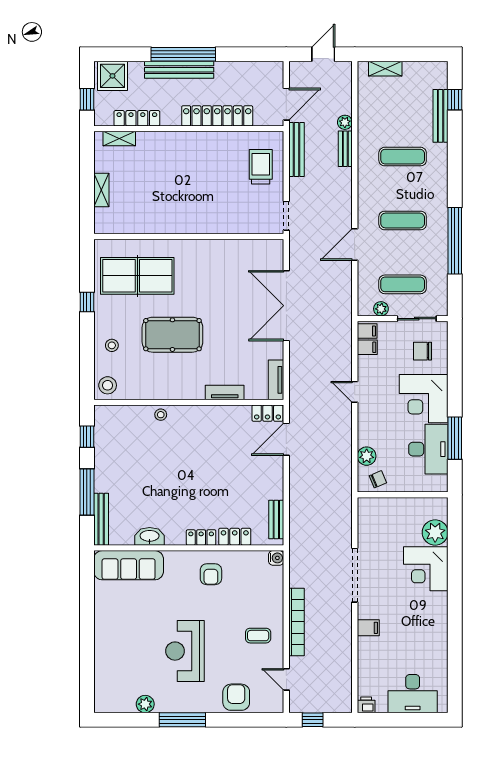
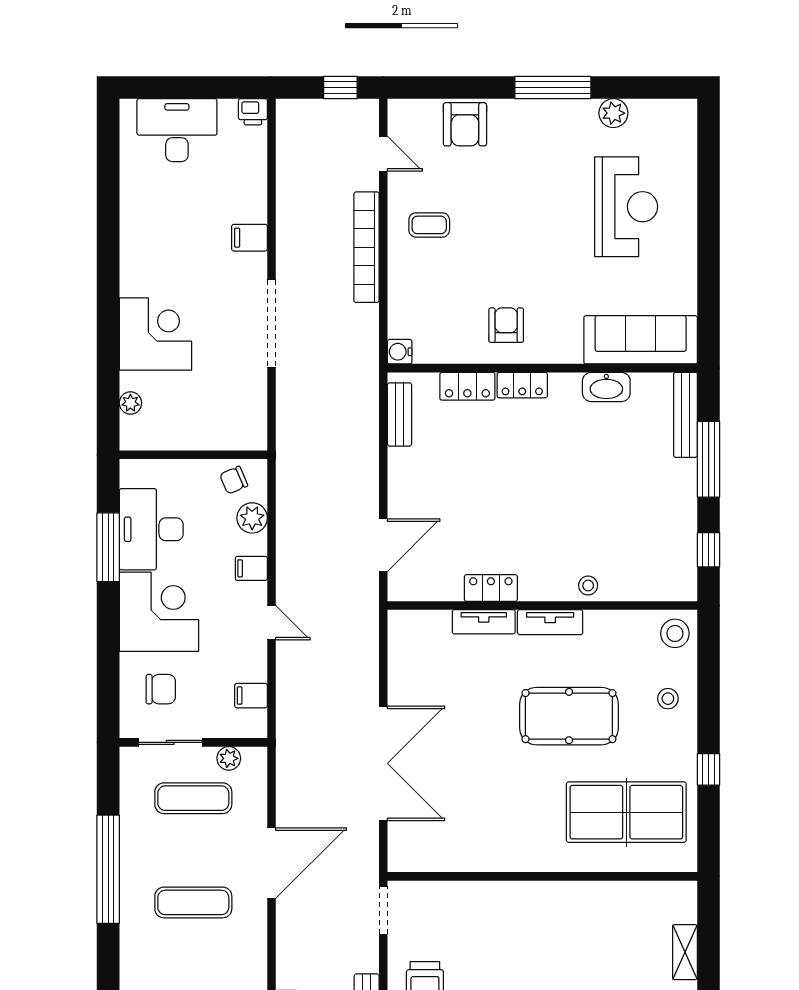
door: (355, 245) -> (272, 863), width x1.36
filing cabinet: (367, 331) -> (251, 568), moved
tv unit: (276, 380) -> (550, 622), moved, turned 90
locker: (267, 413) -> (491, 588), moved
plant: (435, 532) -> (130, 403), width x0.53, depth x0.53
reception desk: (185, 651) -> (626, 207), moved

